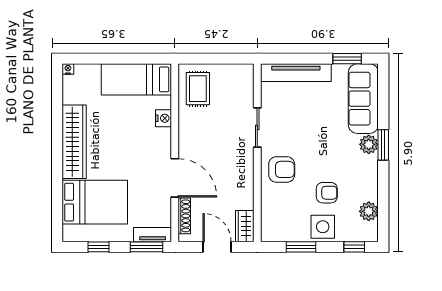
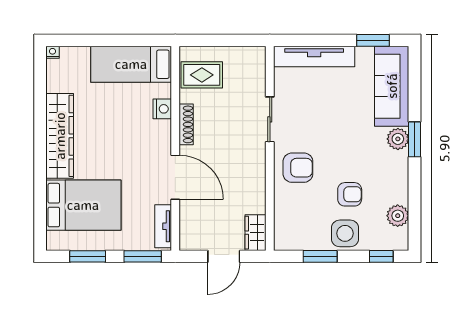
rug: (198, 89) -> (202, 75), turned 90
shoe rack: (184, 216) -> (186, 124), moved
tv unit: (153, 235) -> (163, 226), moved, turned -90
window: (99, 247) -> (88, 256), width x1.50
door: (217, 247) -> (224, 256), swing flipped

